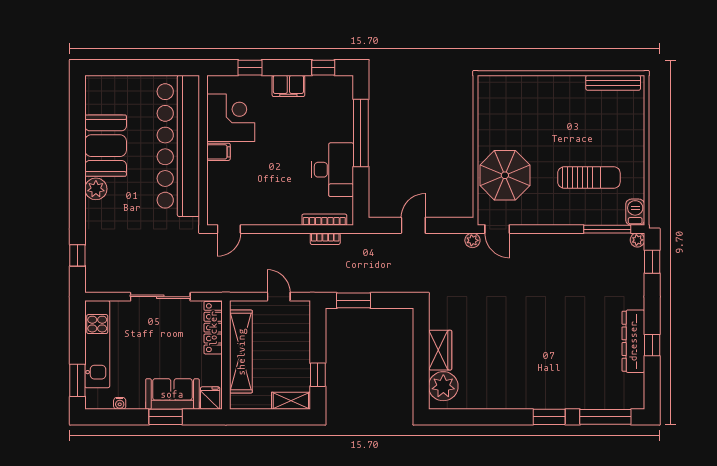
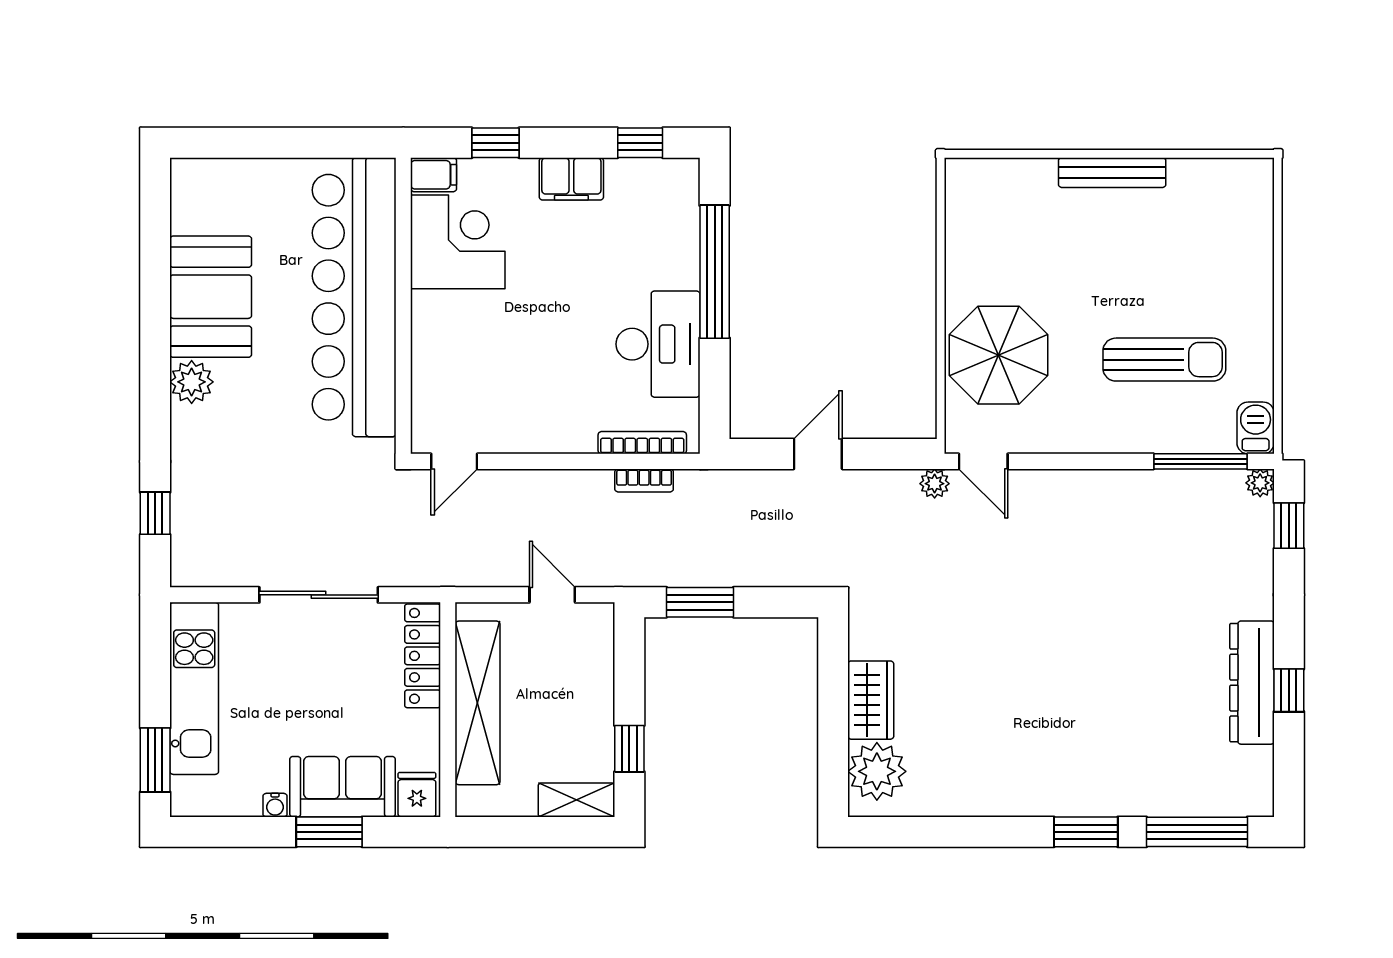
bench: (613, 83) -> (1112, 173), moved
filing cabinet: (219, 152) -> (434, 175), moved
water cooler: (120, 403) -> (275, 805), moved

